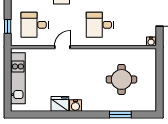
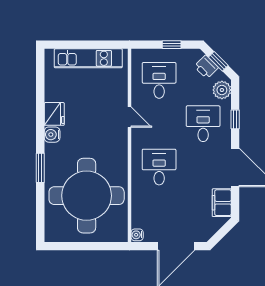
window: (8, 26) -> (172, 45), moved
round table: (121, 79) -> (87, 196), width x1.86, depth x1.86
window: (120, 114) -> (40, 168), moved

